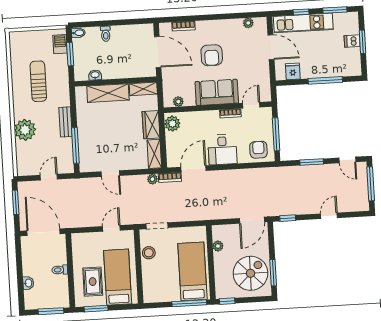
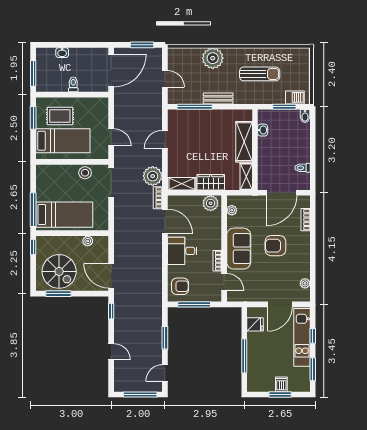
toilet: (106, 34) -> (303, 168), moved
plant: (152, 179) -> (153, 176), width x1.88, depth x1.88
doorway: (157, 226) -> (111, 182), width x1.38

